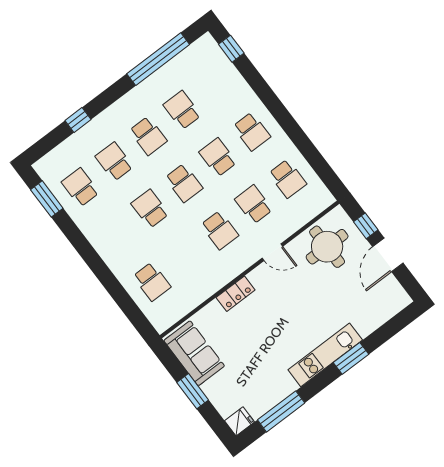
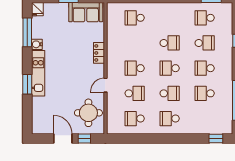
school desk: (182, 110) -> (205, 93), turned 180
school desk: (80, 187) -> (205, 18), turned 180
water cooler: (287, 386) -> (37, 44), added

